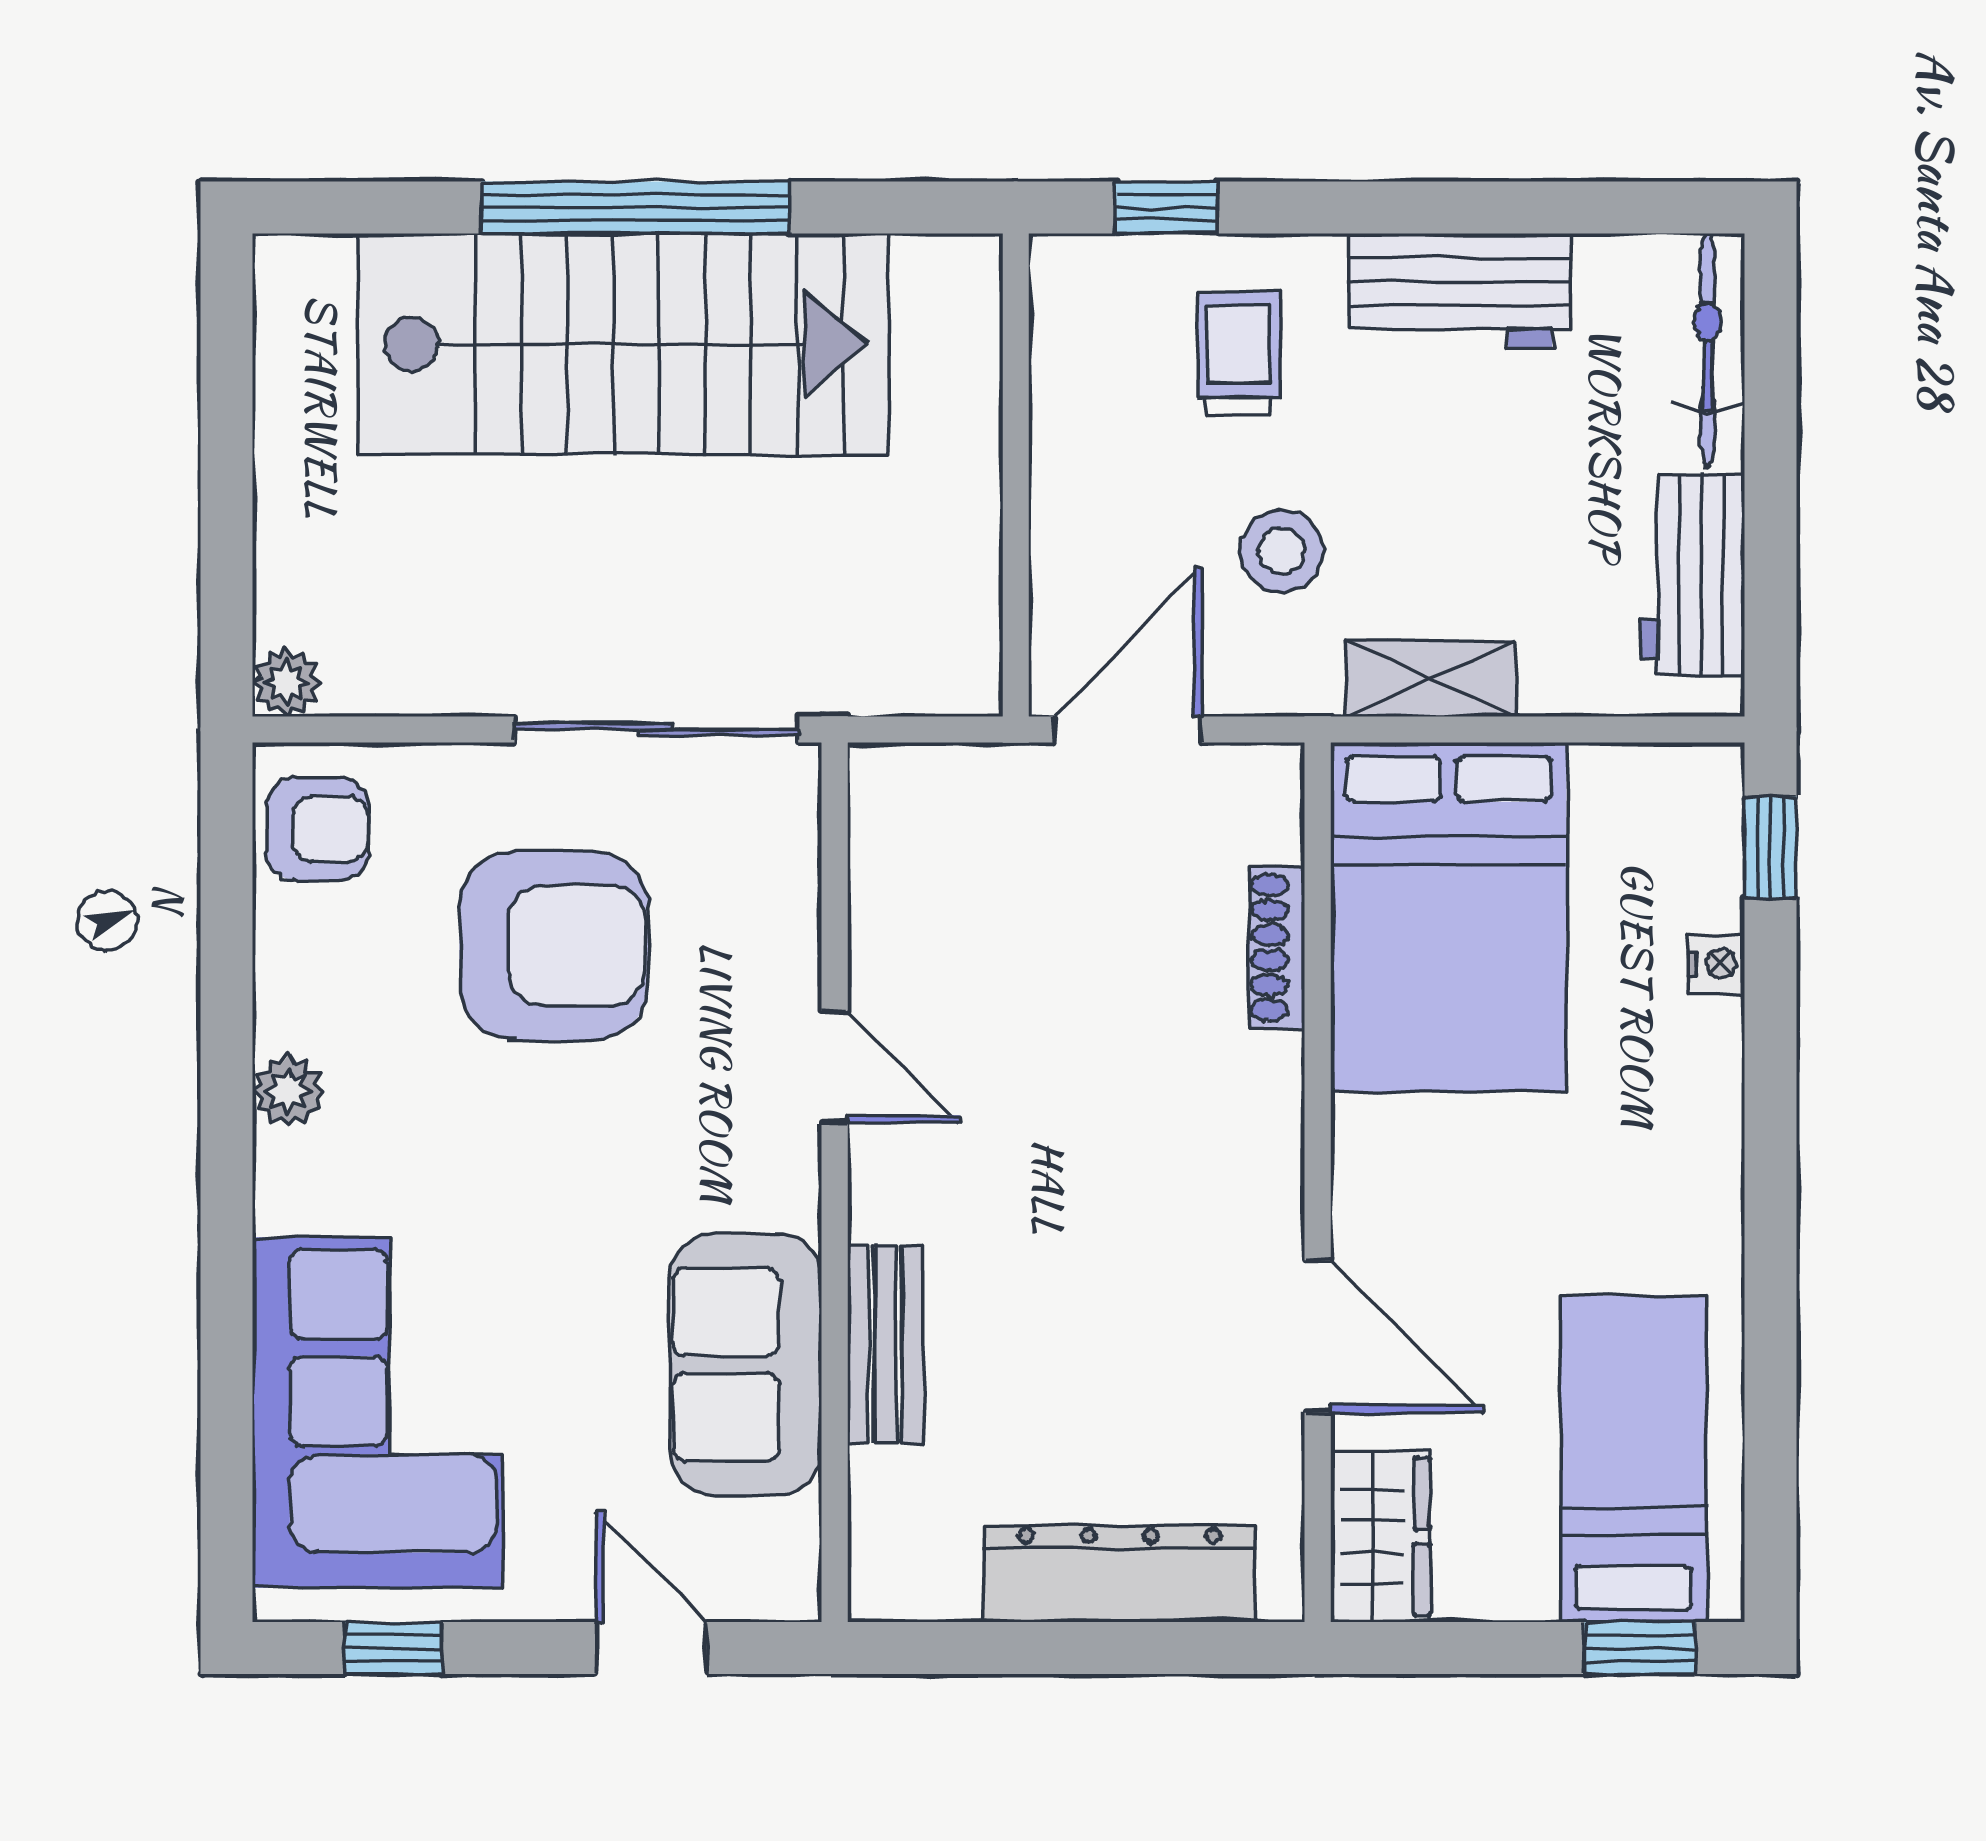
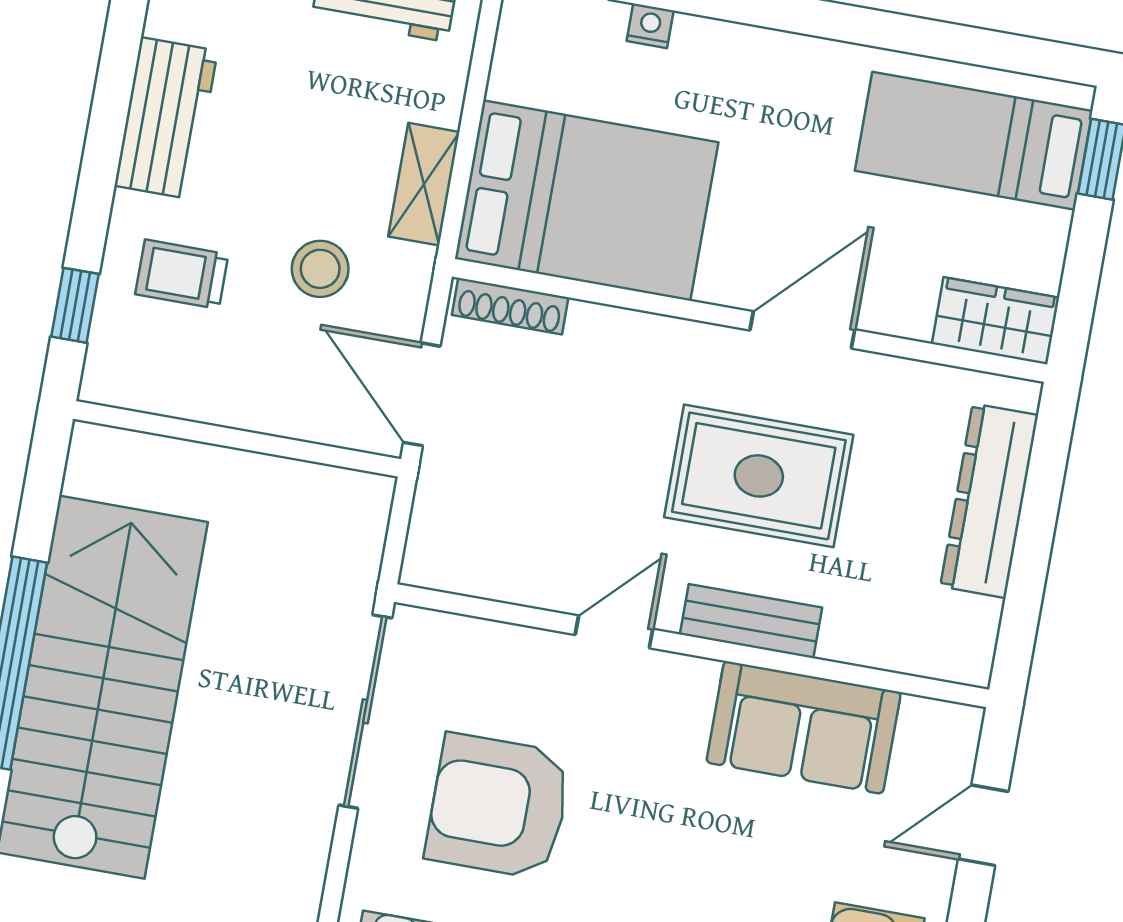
armchair: (554, 945) -> (498, 806), turned -90
shoe rack: (1277, 948) -> (510, 306), moved
rug: (1096, 1235) -> (759, 476), added
door: (1318, 1336) -> (802, 330), moved
bench: (885, 1344) -> (751, 621), moved

